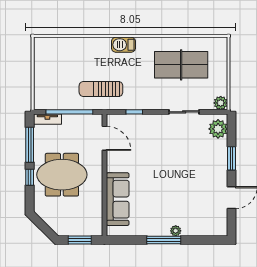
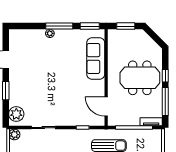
window: (125, 240) -> (90, 26), added

